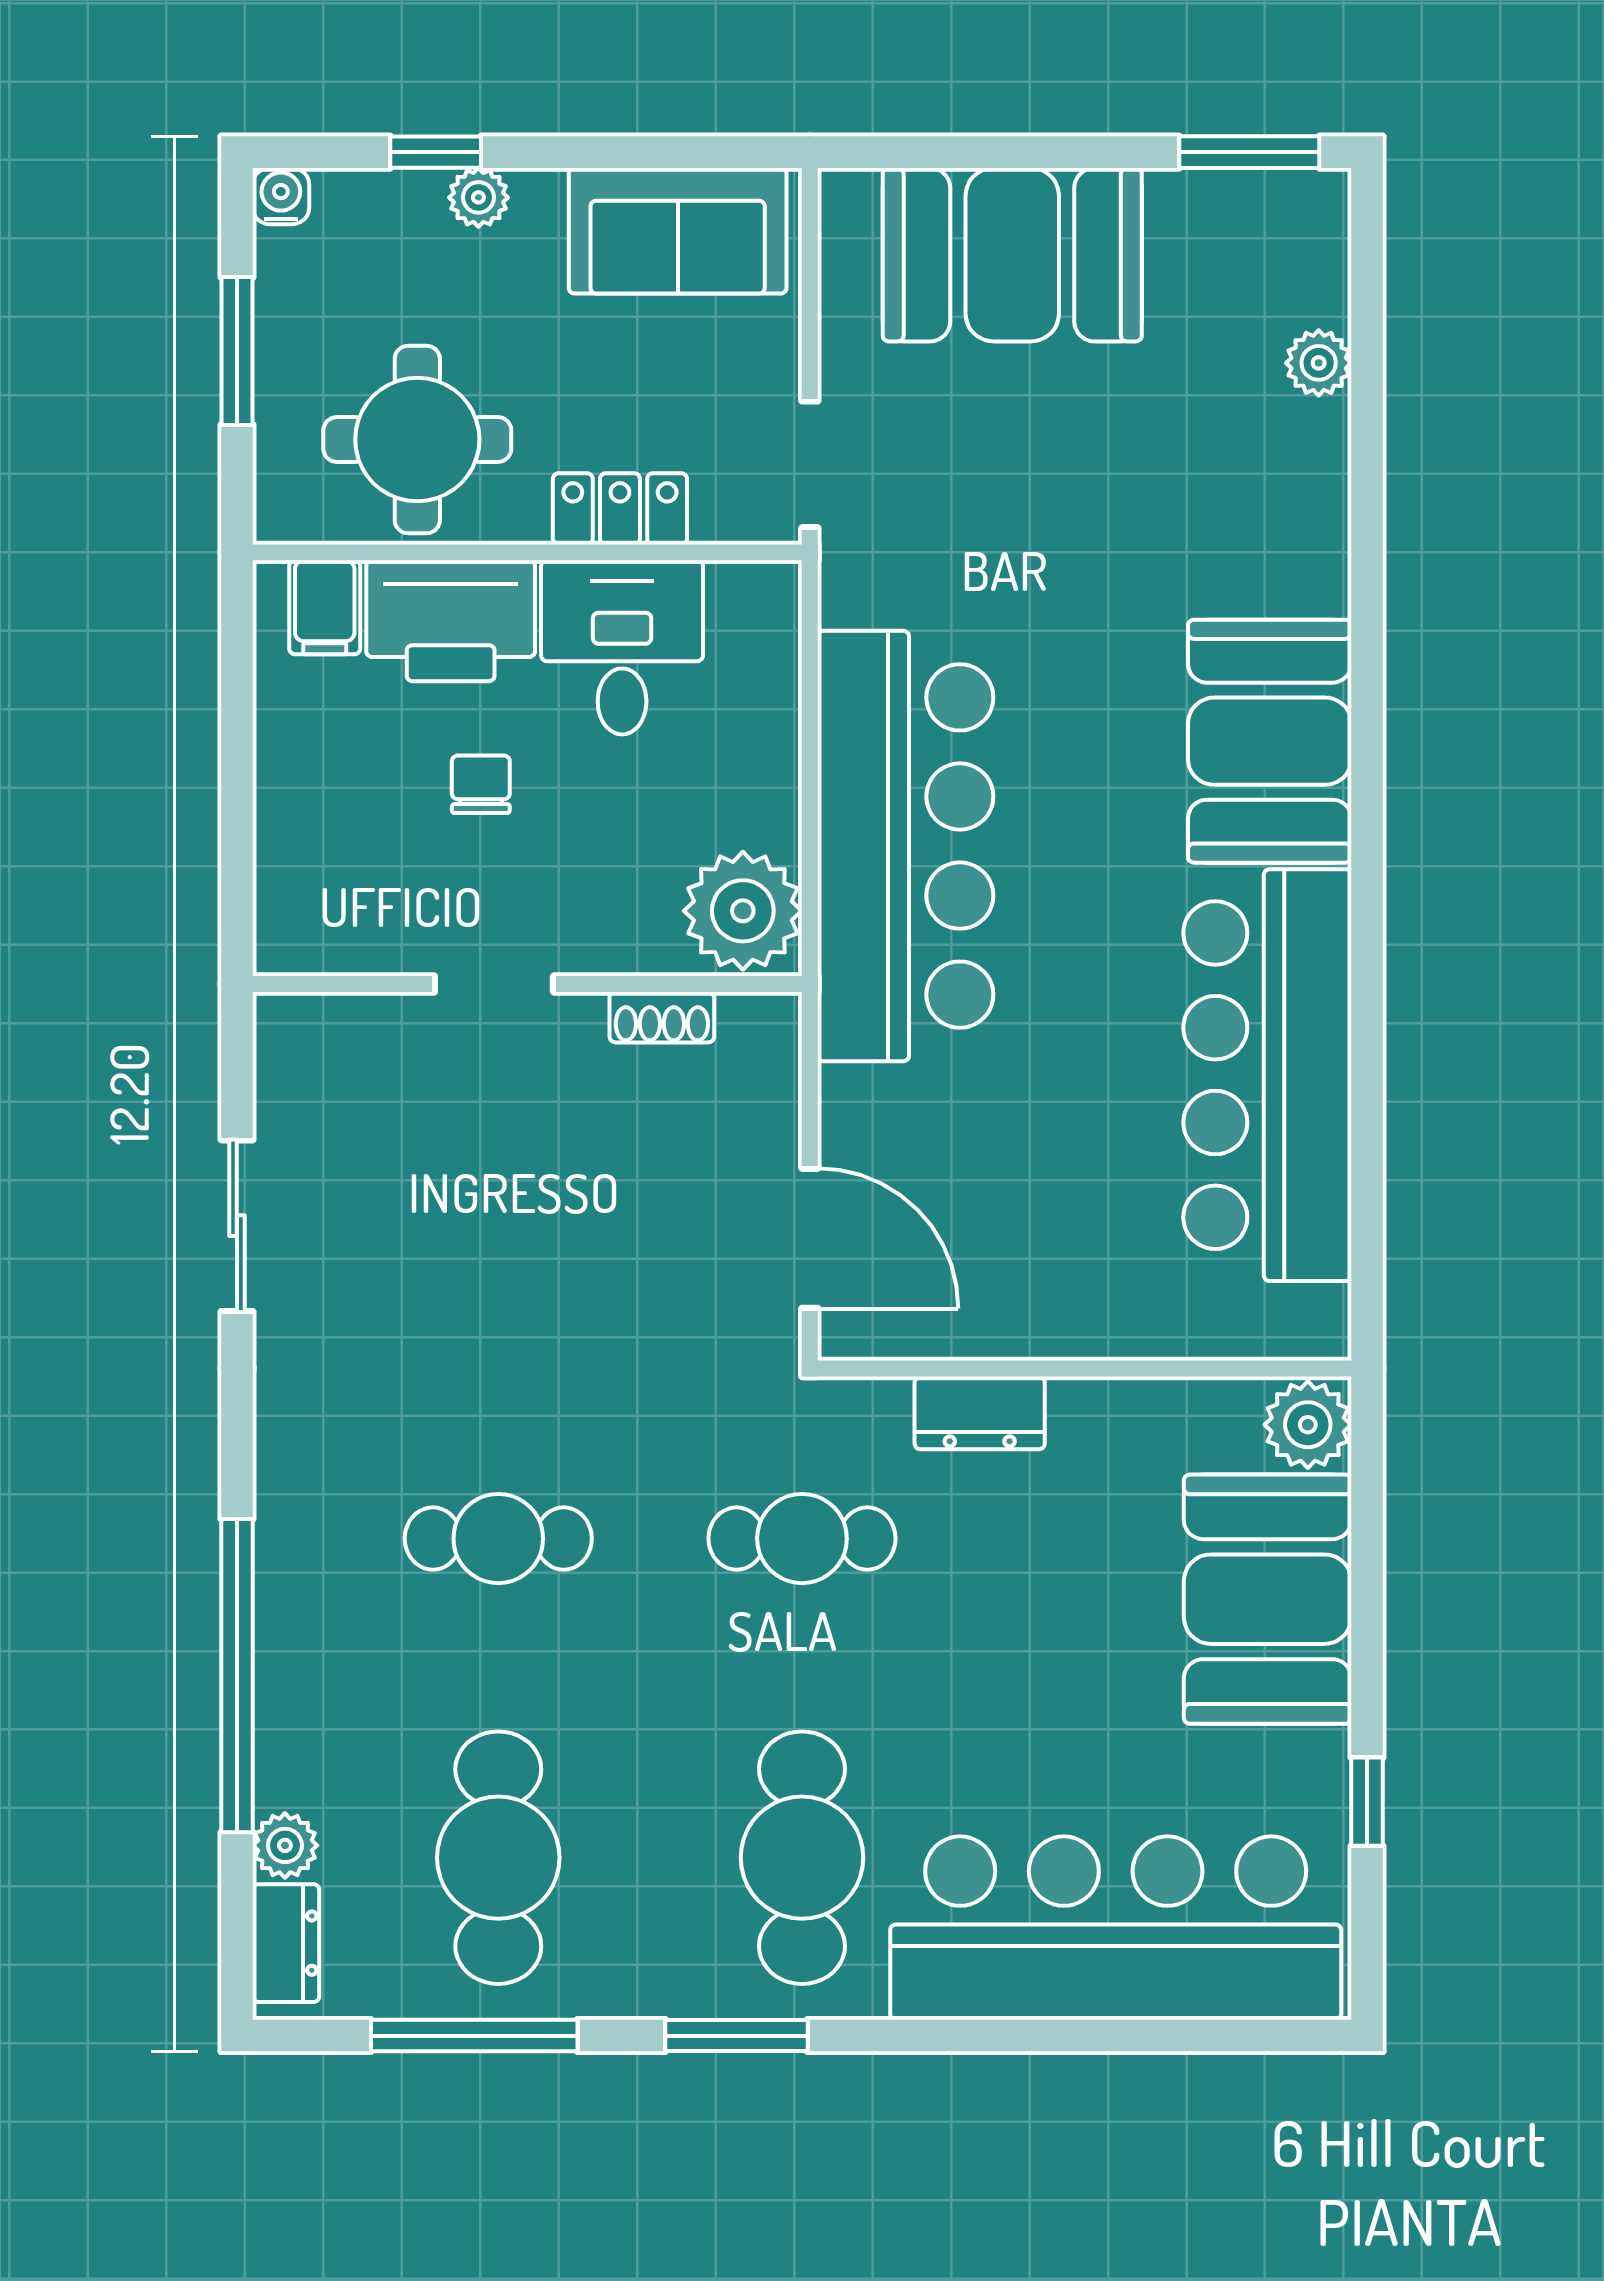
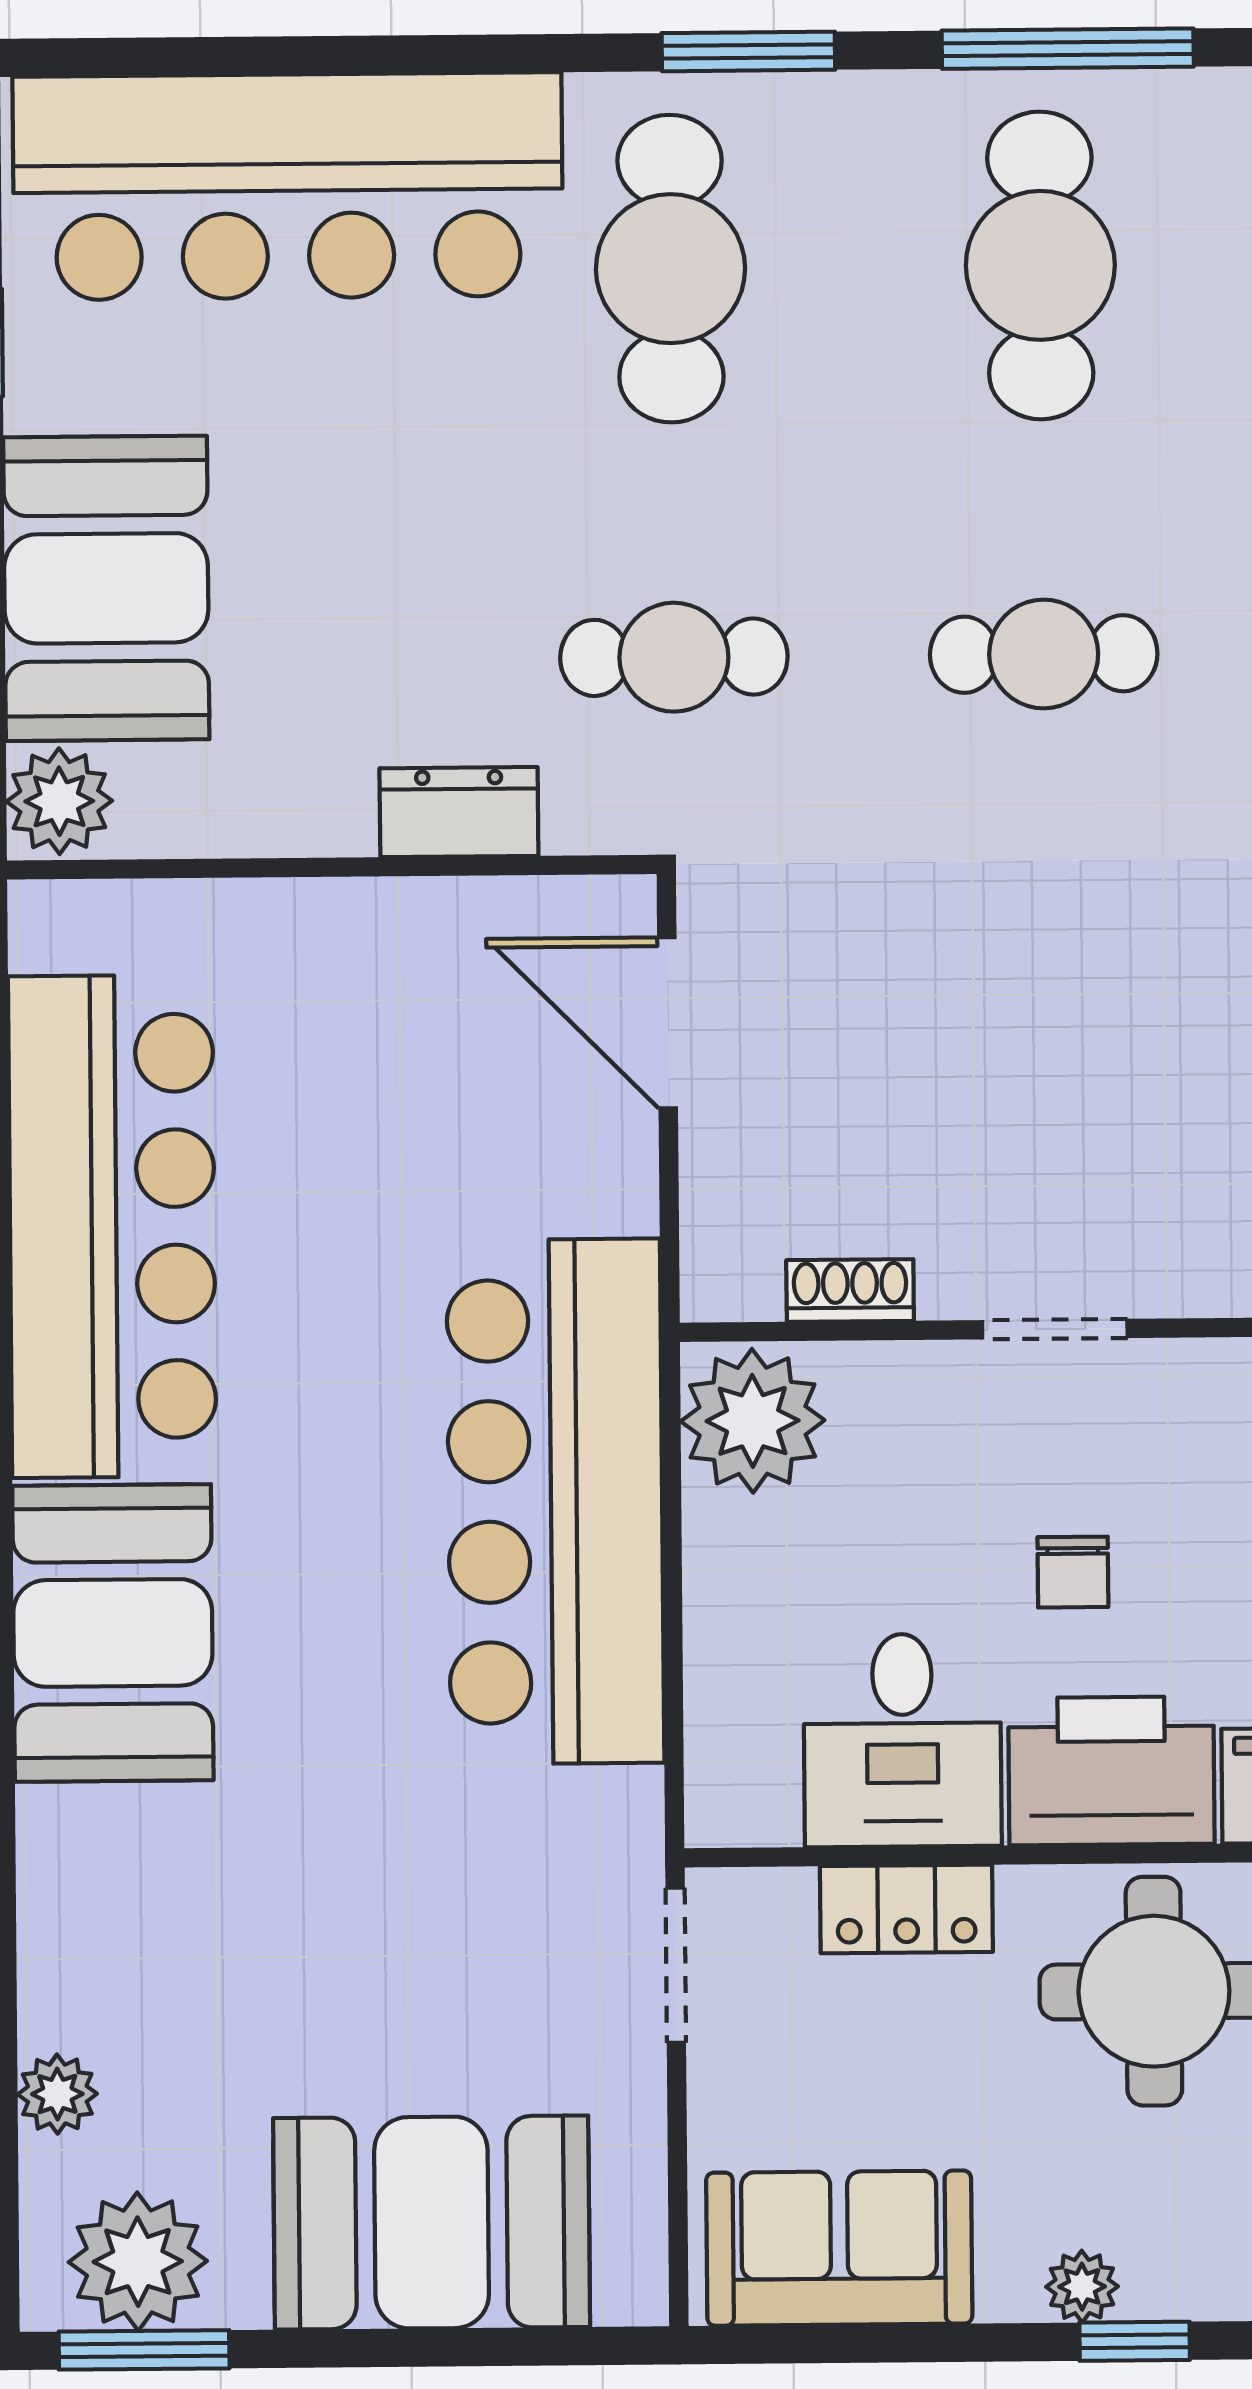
plant: (1254, 225) -> (138, 2262), added

